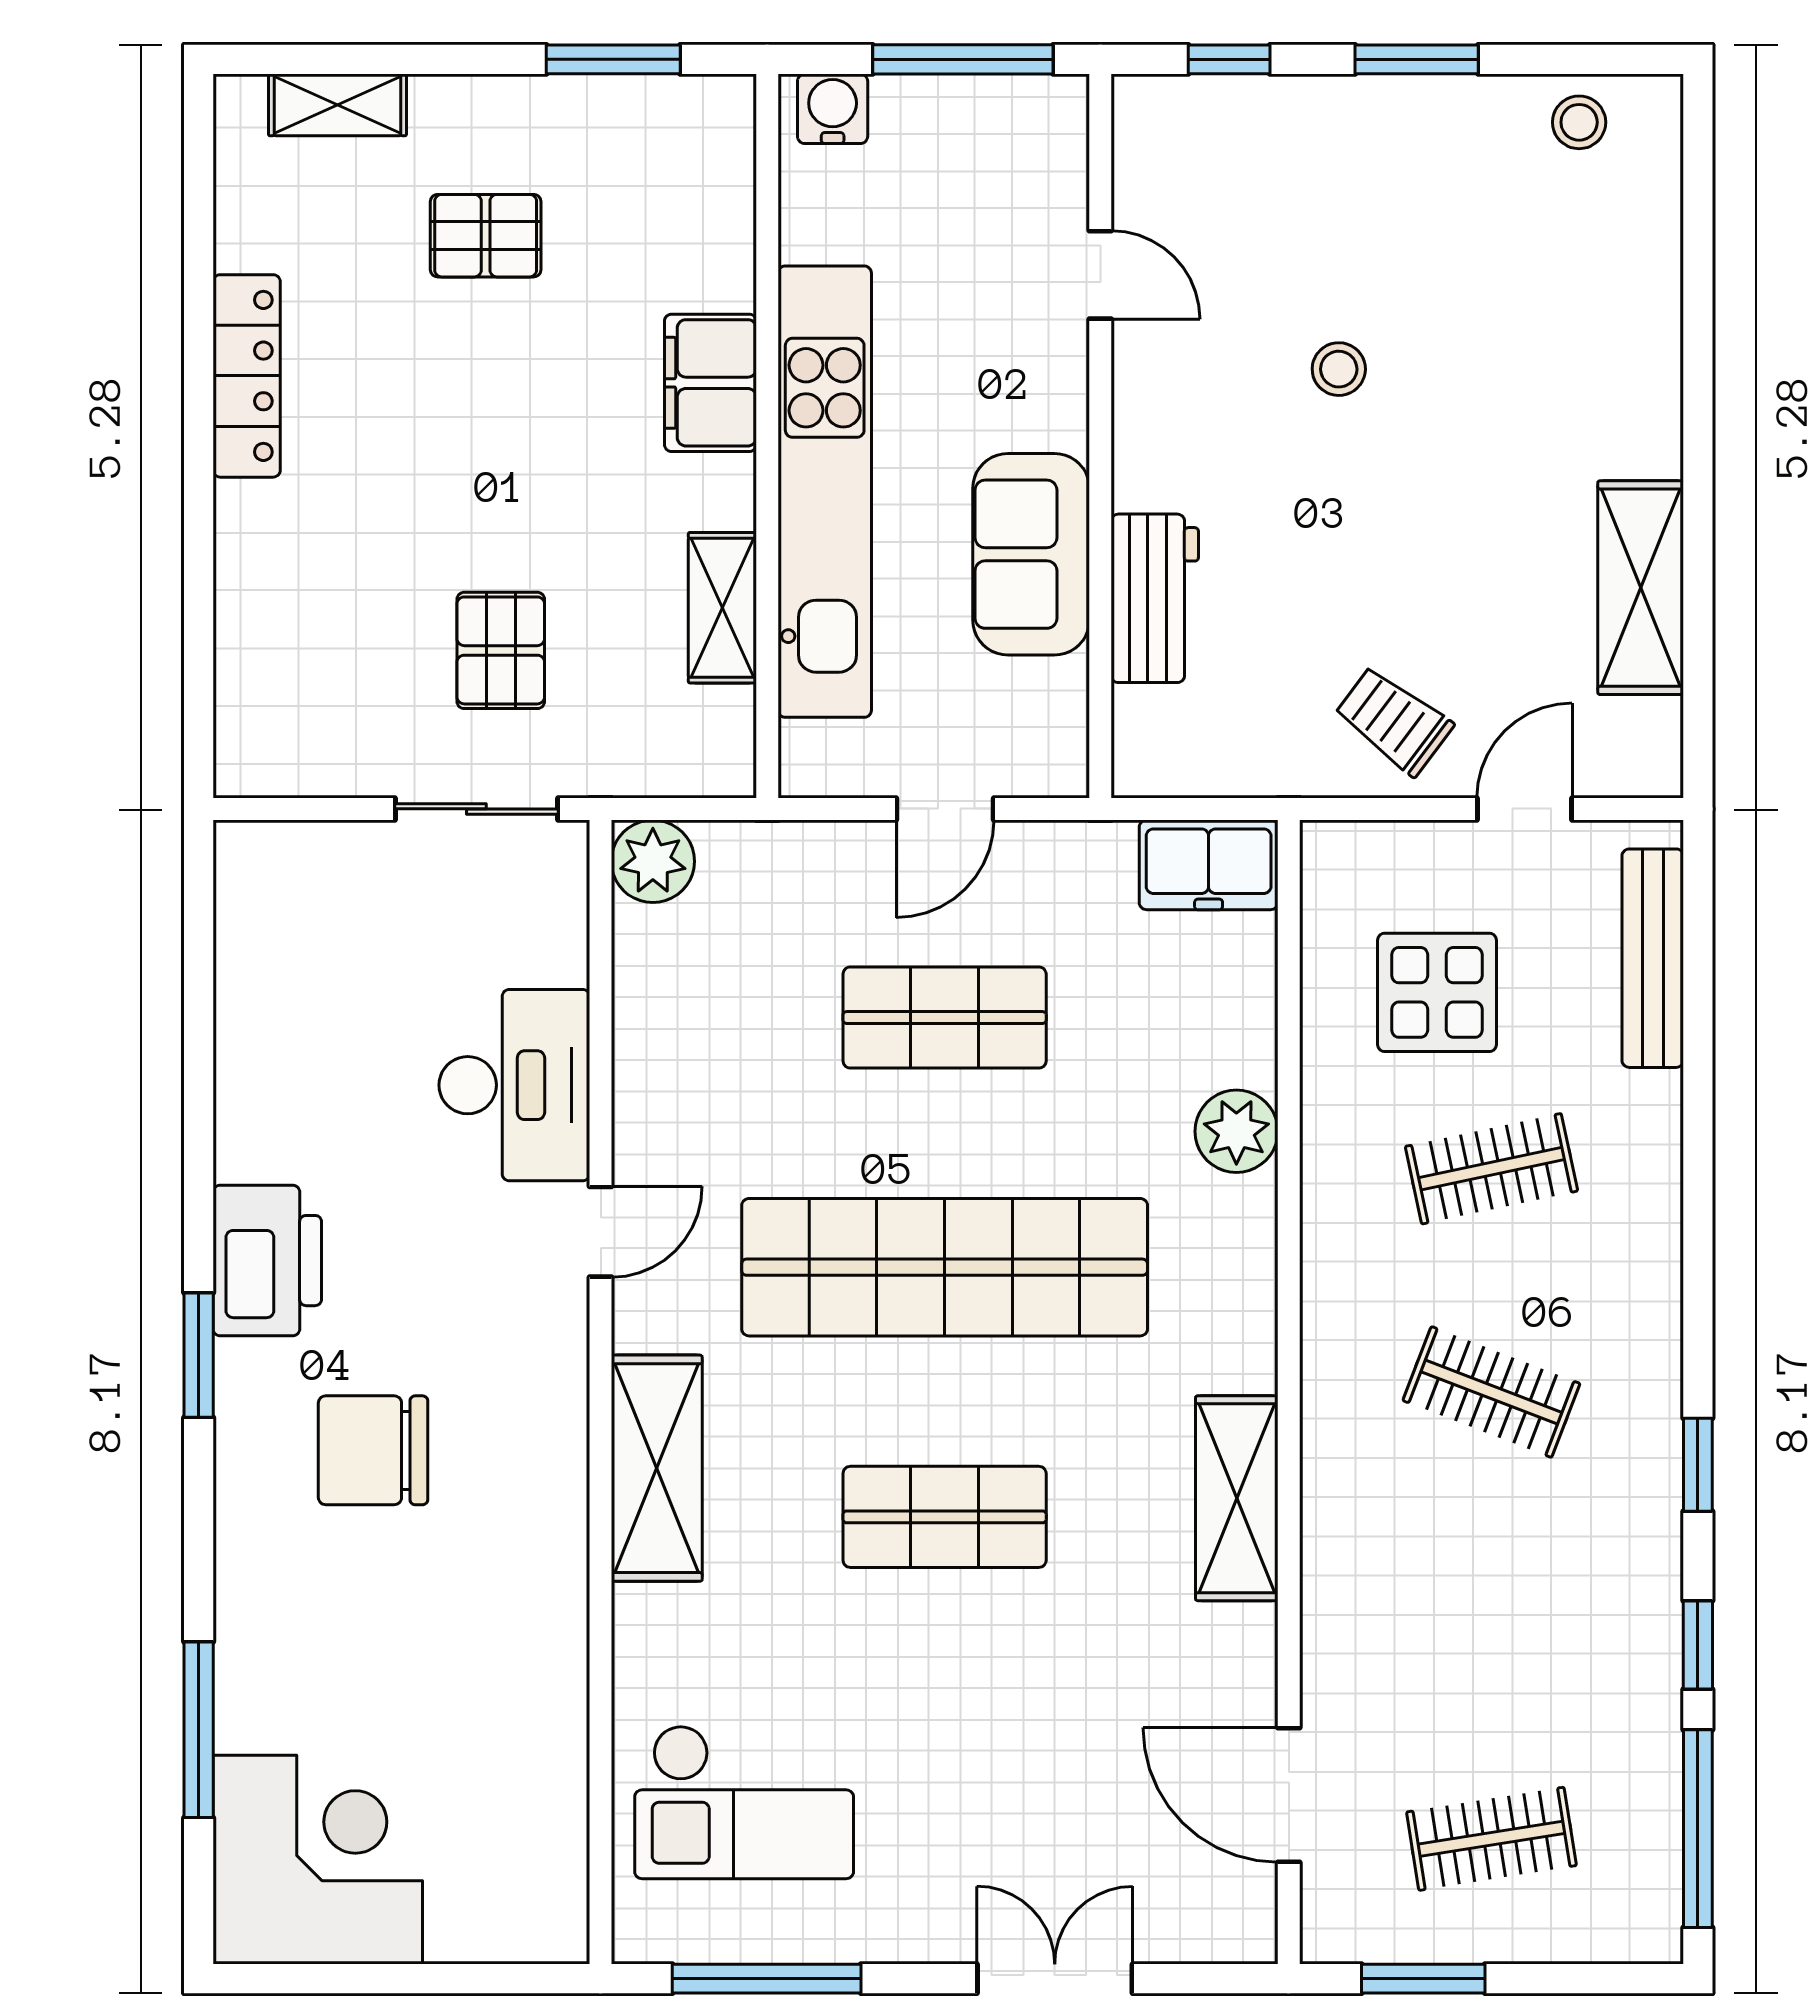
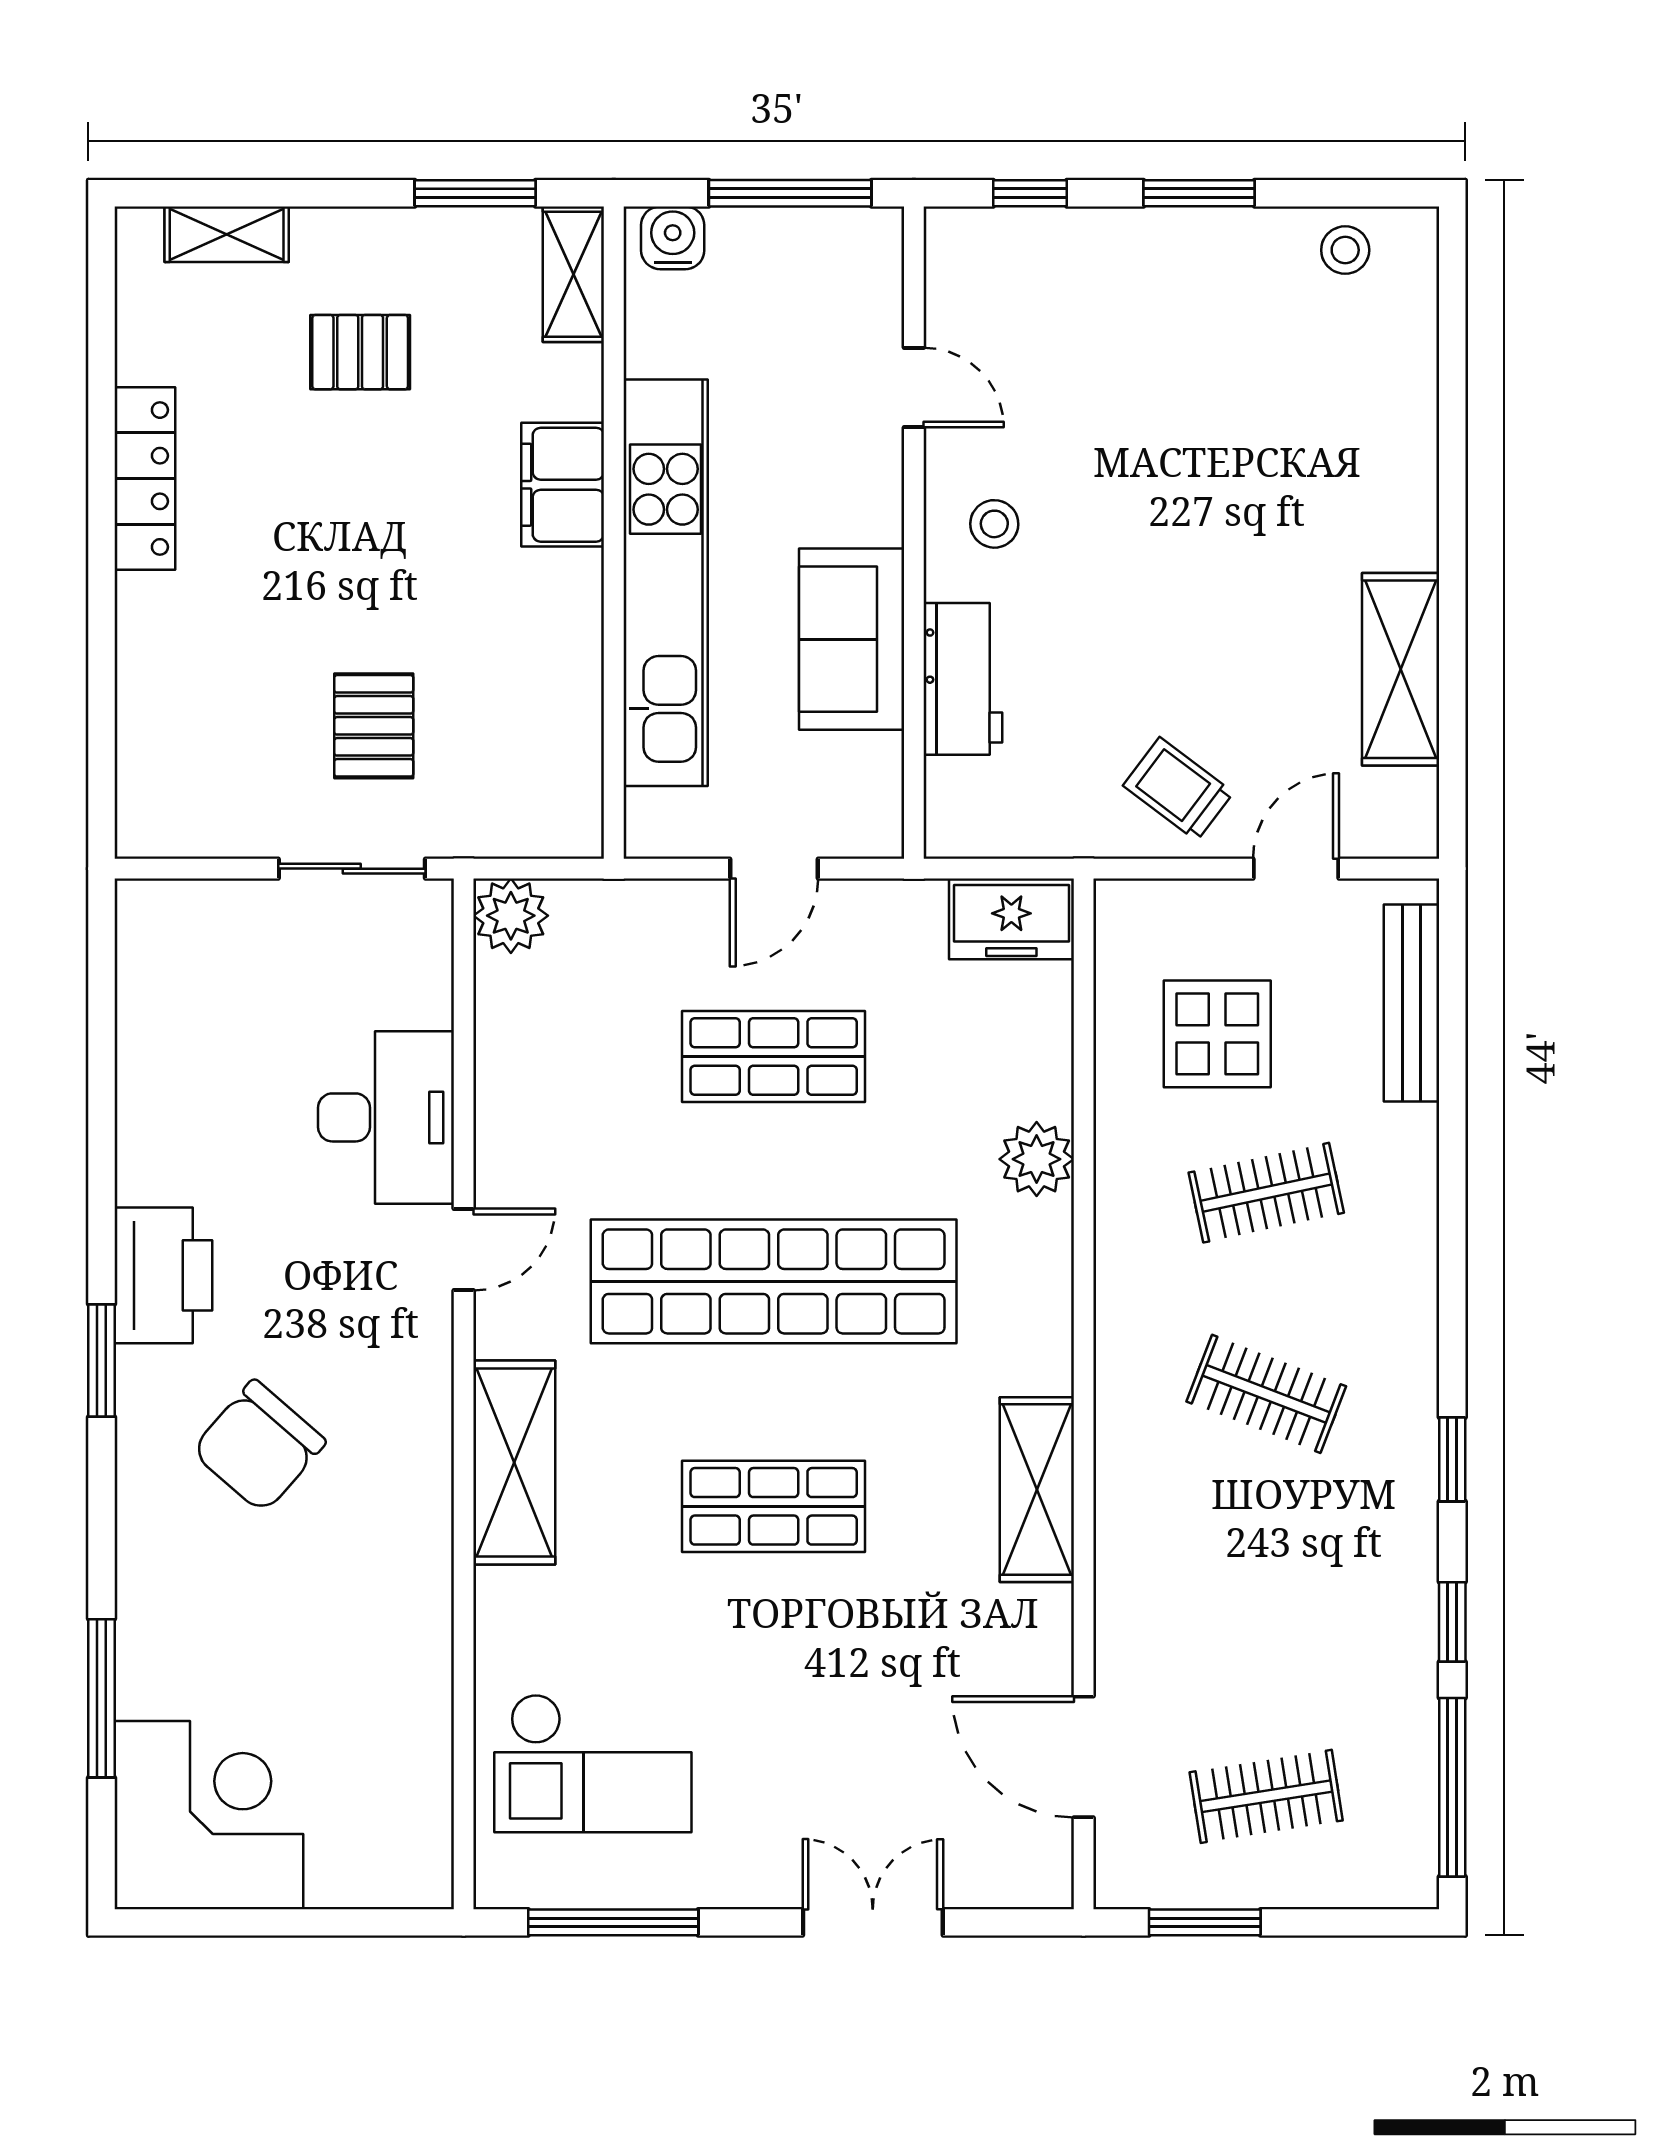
stool: (1339, 369) -> (994, 524), moved
shelving: (722, 608) -> (573, 274), moved
chair: (373, 1450) -> (259, 1446), turned -49

